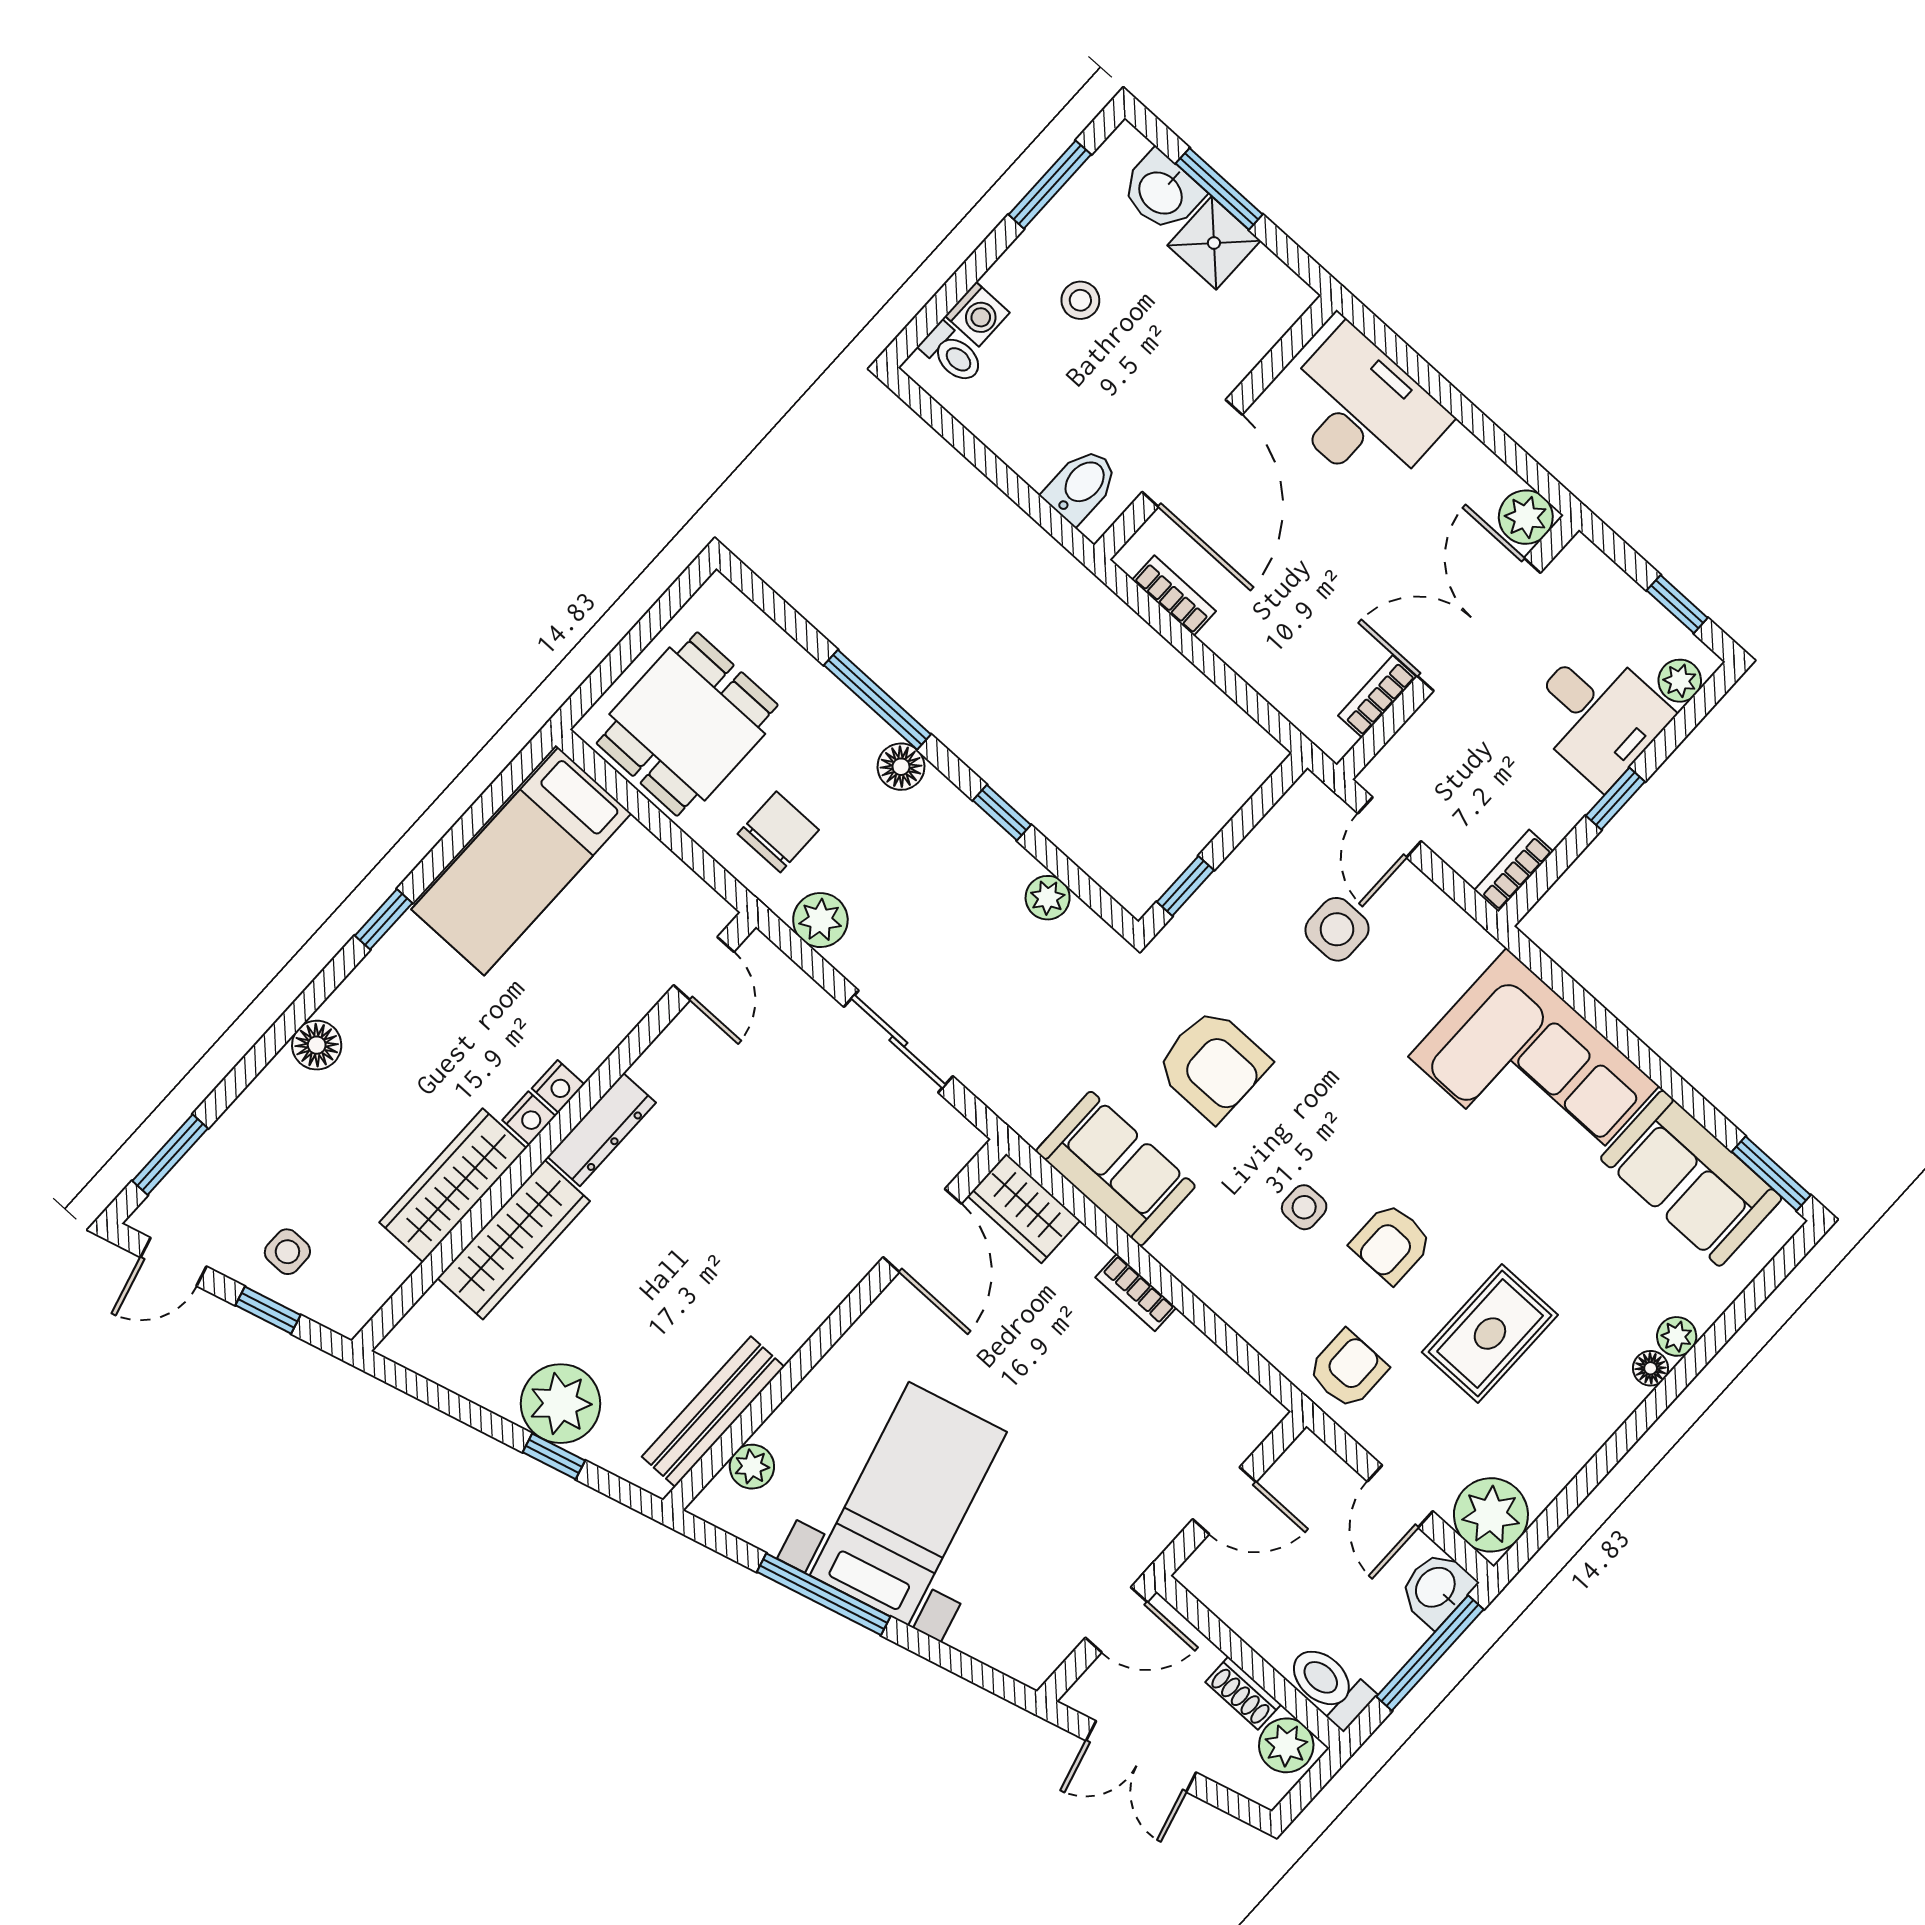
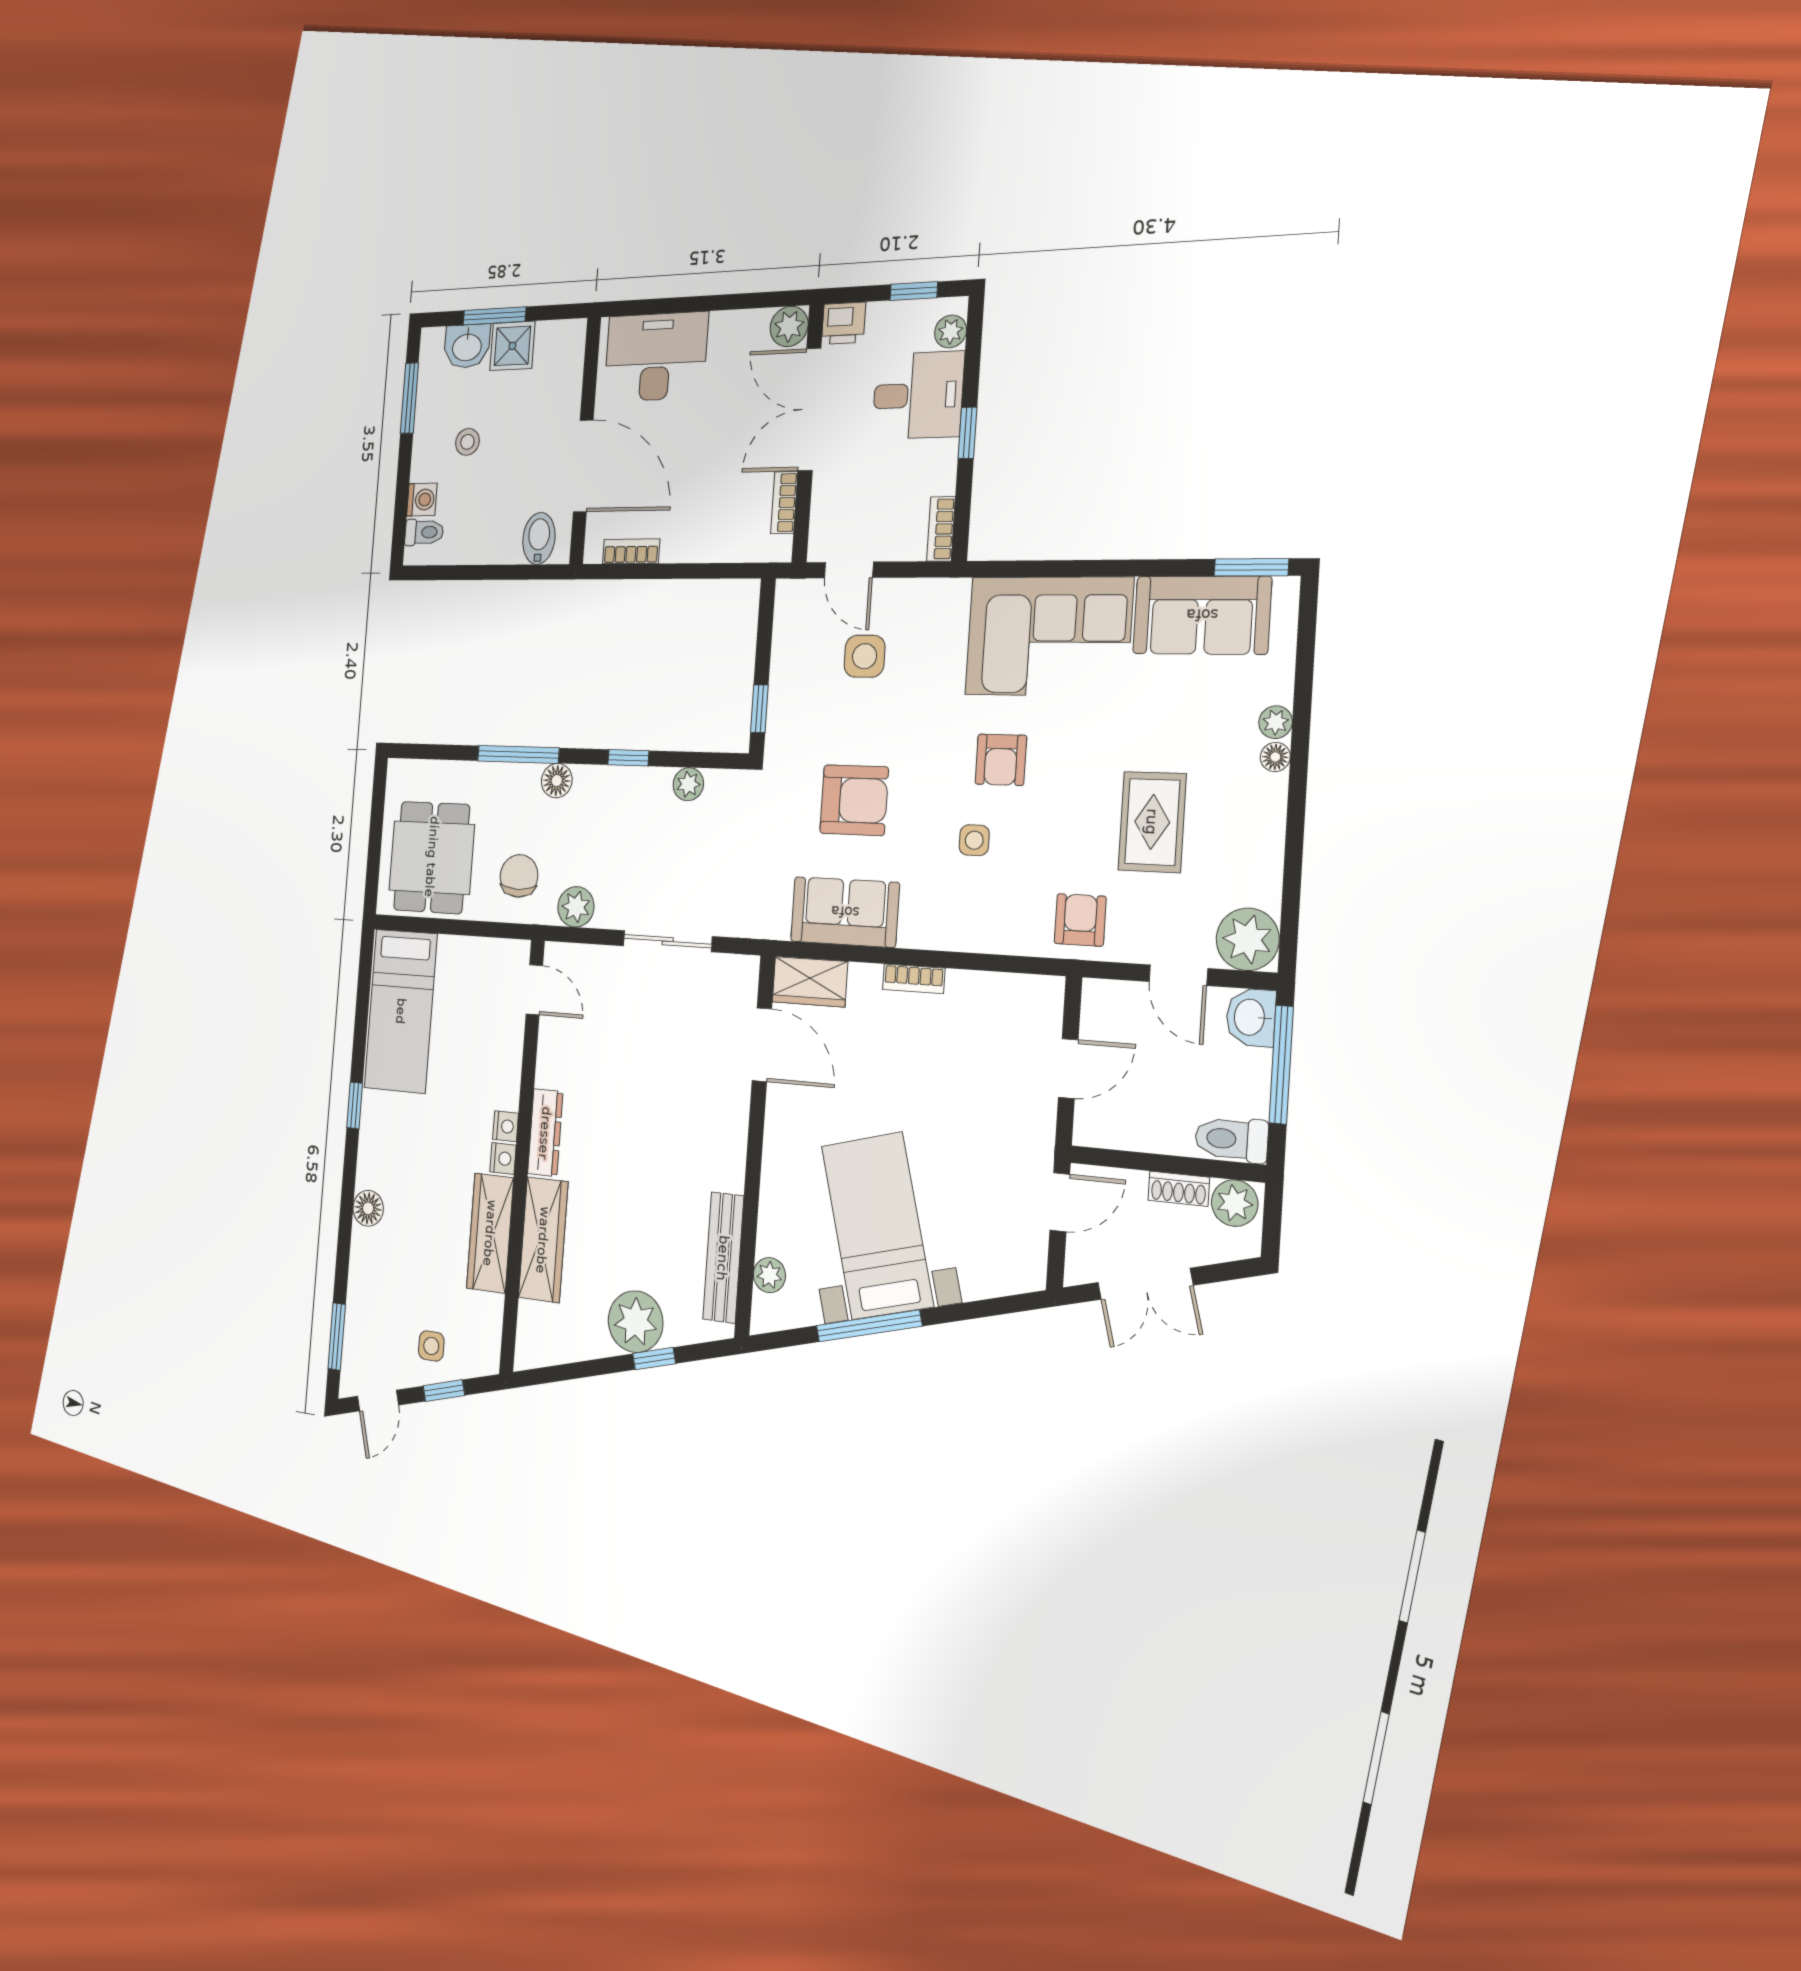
printer: (1583, 568) -> (844, 323), added
armchair: (1391, 1243) -> (1001, 760), moved

